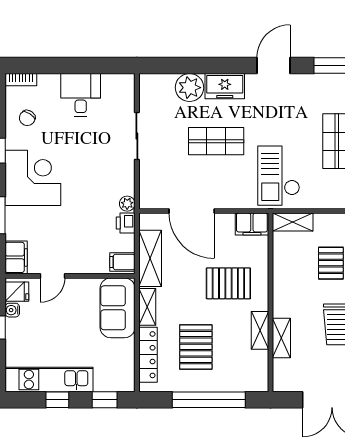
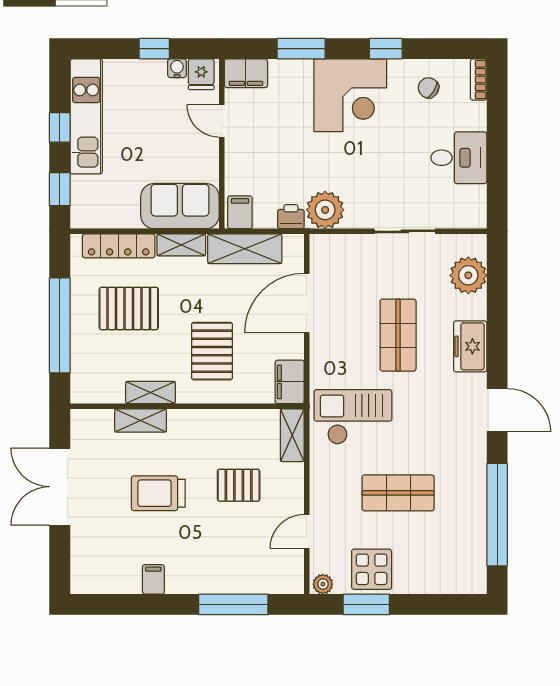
plant: (190, 88) -> (468, 275), moved
plant: (127, 204) -> (325, 210), width x1.88, depth x1.88

